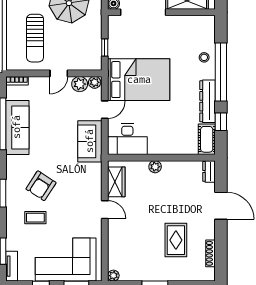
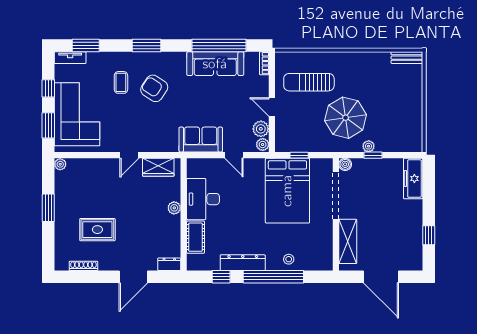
bed: (139, 80) -> (287, 191), moved
desk: (127, 139) -> (203, 199), moved
cot: (207, 139) -> (196, 237), moved, turned 90

